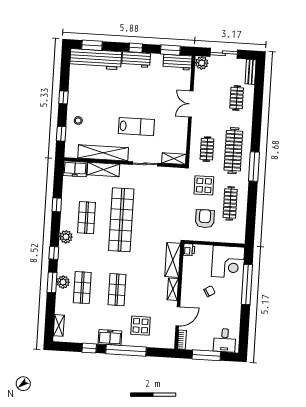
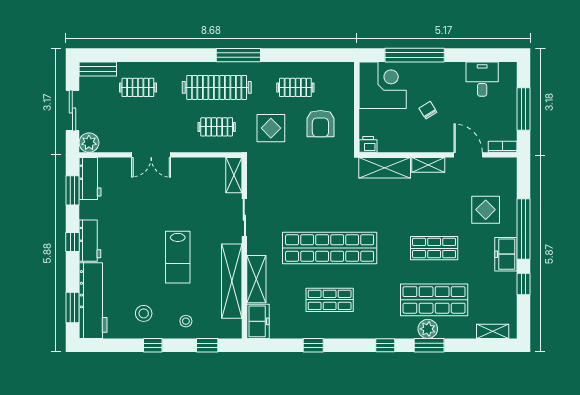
stool: (85, 93) -> (144, 313), added
lab bench: (136, 127) -> (178, 257), moved, turned 180
clothes rail: (230, 203) -> (295, 87), width x0.73
armchair: (205, 219) -> (320, 124), turned -90
plant: (66, 237) -> (360, 329), removed
shop shelf: (82, 288) -> (434, 300), width x1.43, depth x1.36
desk: (225, 340) -> (482, 79), moved, turned -90

